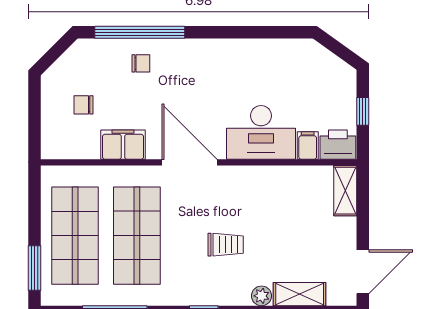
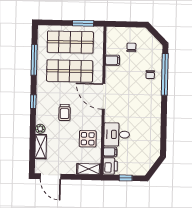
desk: (261, 132) -> (117, 134), width x0.73
filing cabinet: (123, 145) -> (112, 60), width x0.50
door: (190, 162) -> (103, 96), swing flipped
display table: (281, 194) -> (88, 139), added
window: (34, 268) -> (83, 23), moved

